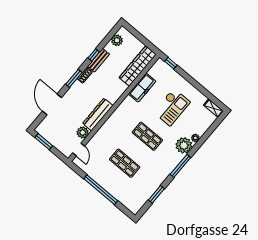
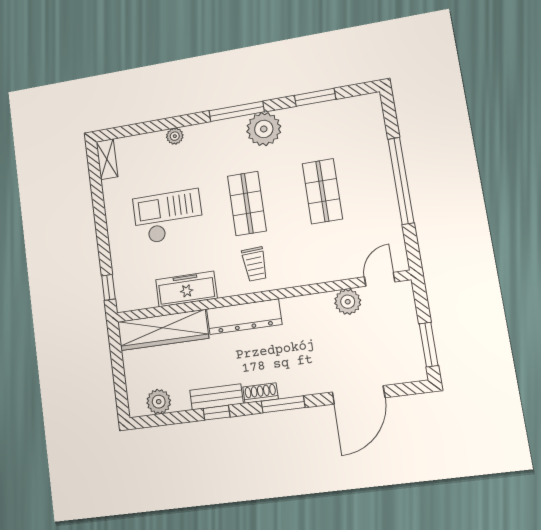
dresser: (98, 114) -> (244, 317), moved
trolley: (126, 117) -> (255, 264), added
plant: (184, 145) -> (264, 129), moved

